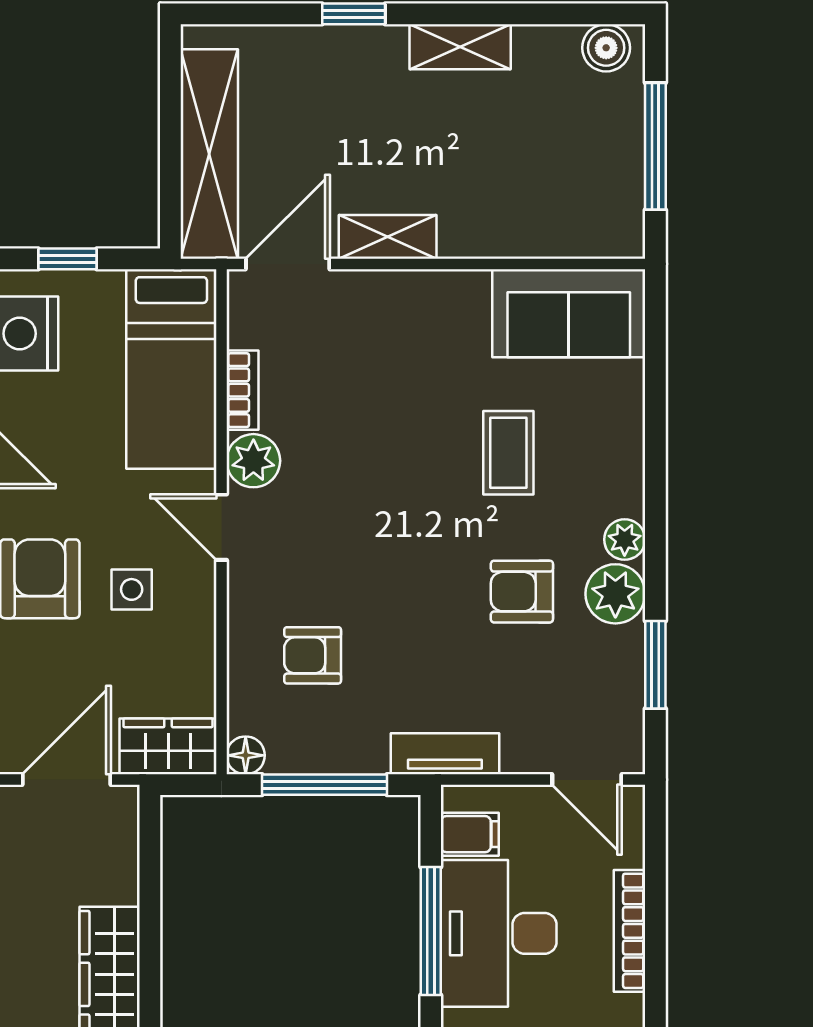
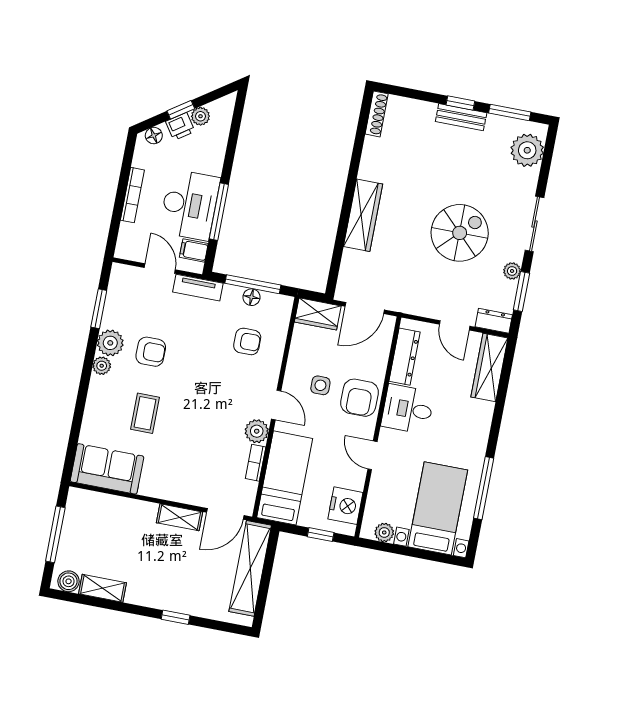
shelving: (460, 47) -> (103, 588), moved
floor lamp: (246, 755) -> (251, 297), moved
door: (587, 780) -> (160, 269), moved

